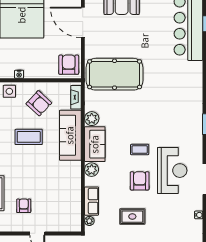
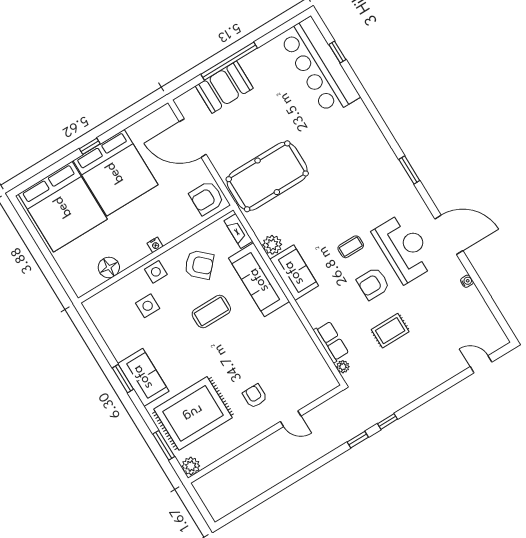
armchair: (69, 65) -> (207, 198), turned -90
plant: (92, 170) -> (309, 305), removed
armchair: (140, 181) -> (373, 284), turned -90

